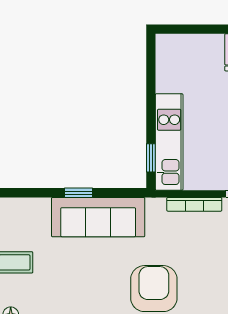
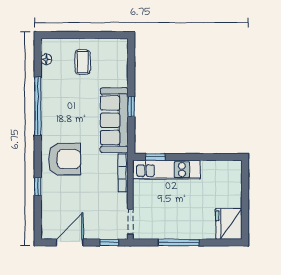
bookcase: (194, 204) -> (123, 173), moved

